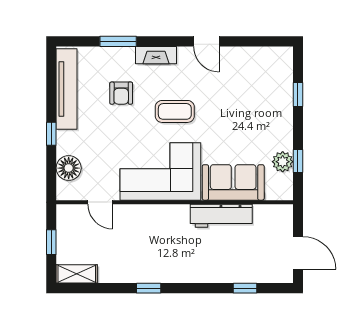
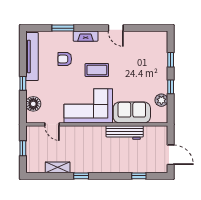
armchair: (121, 93) -> (65, 59), turned 90
window: (298, 161) -> (171, 87), moved
shelving: (77, 274) -> (58, 167), moved

